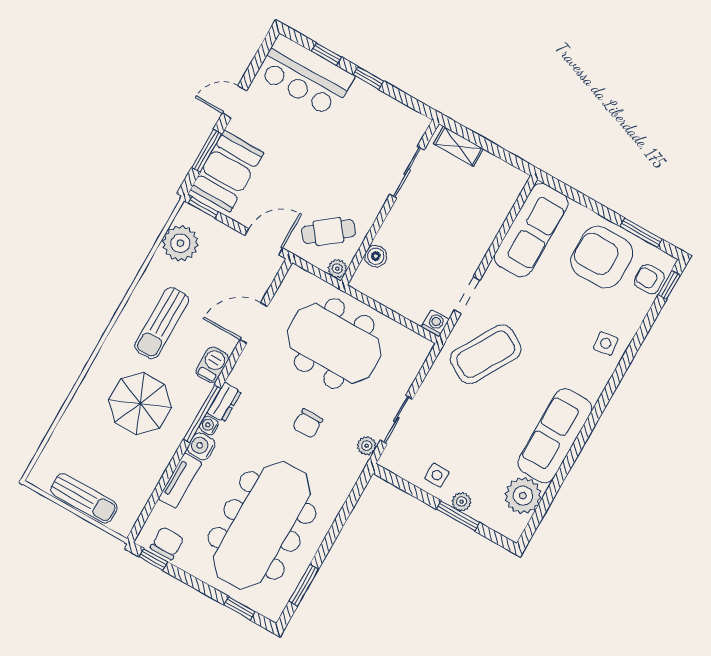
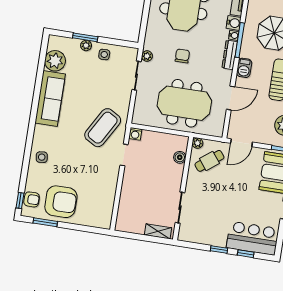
sofa: (531, 230) -> (103, 202), removed
dresser: (224, 402) -> (230, 55), width x1.44

